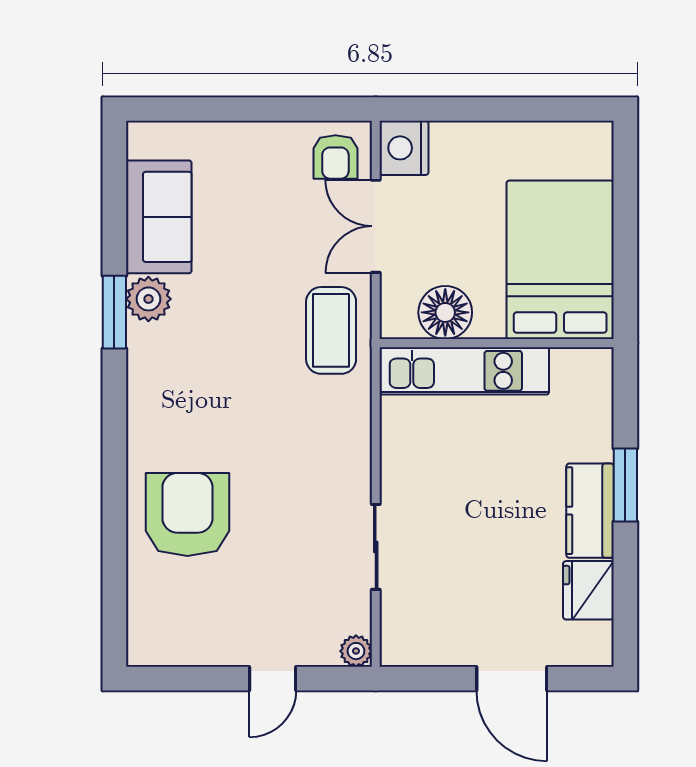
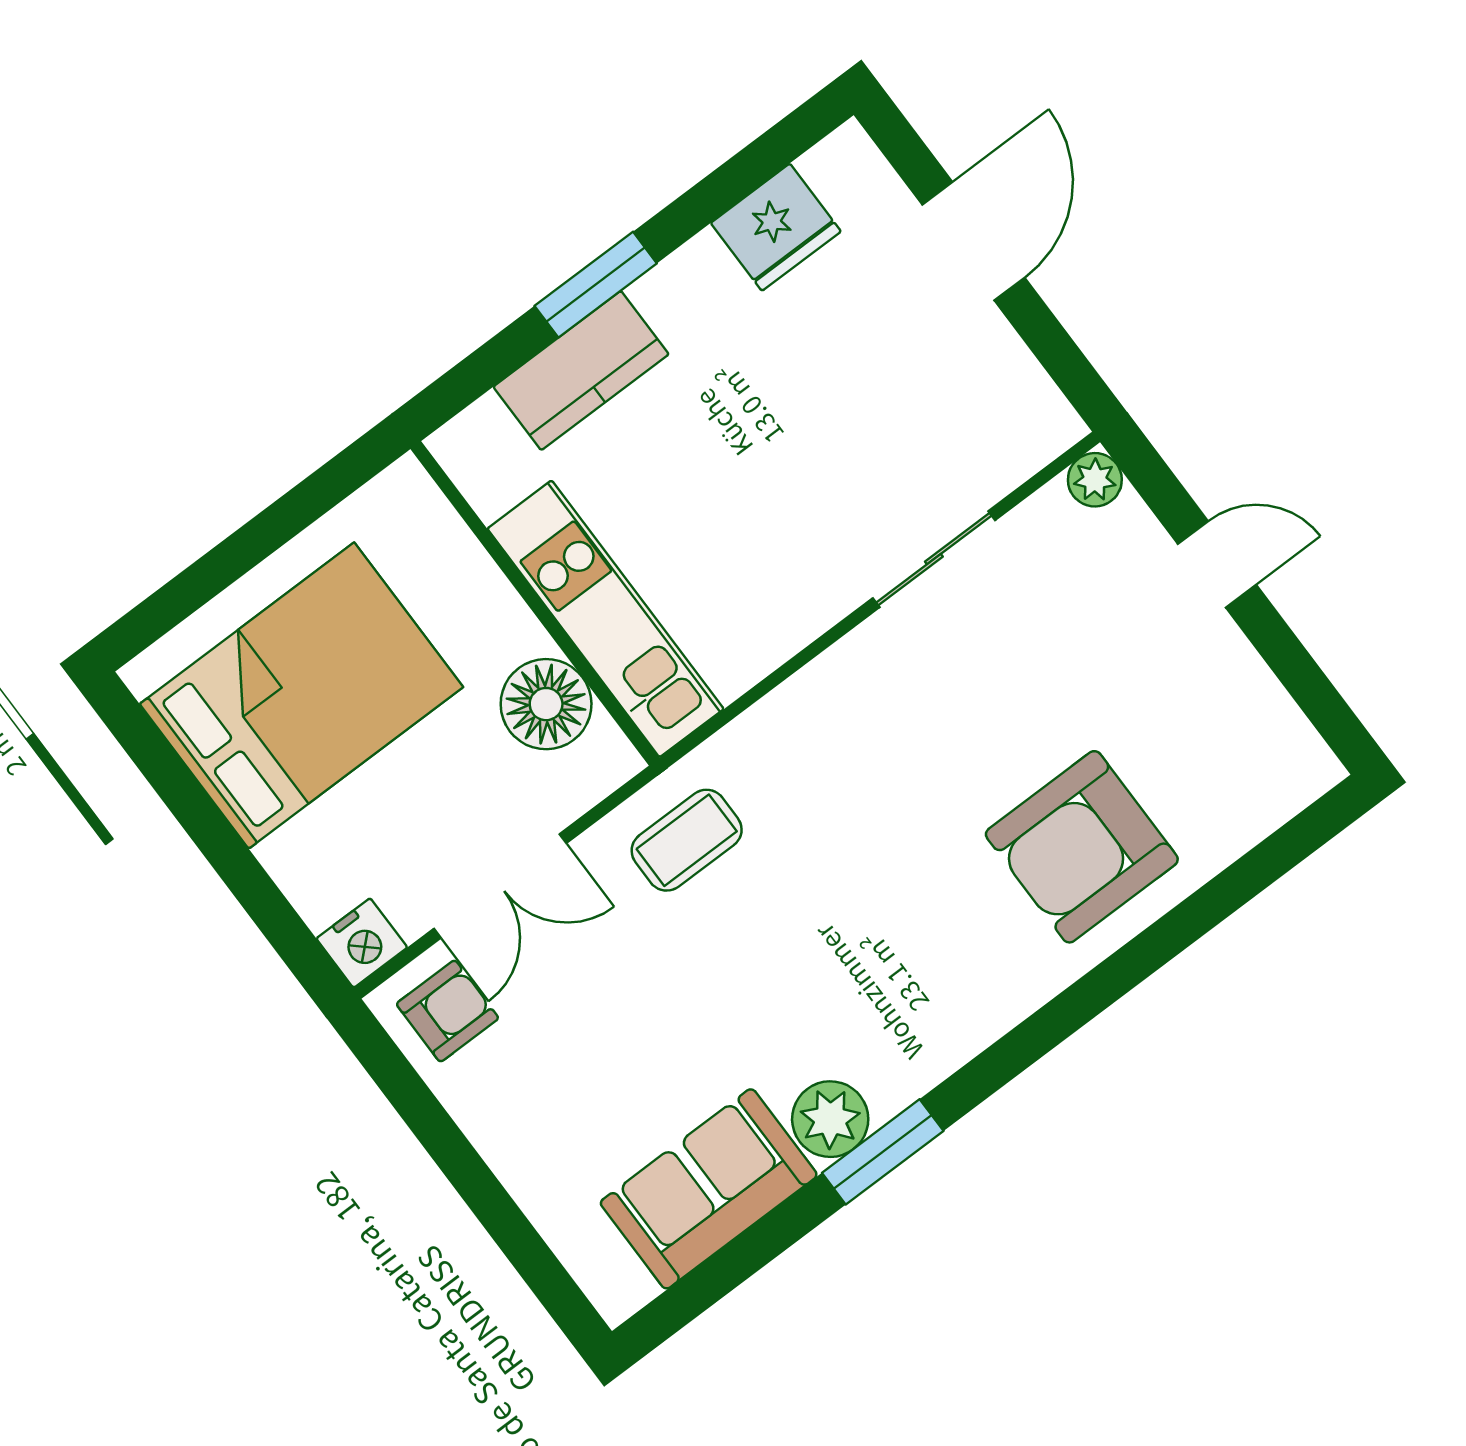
nightstand: (404, 148) -> (362, 943), width x0.74, depth x0.75
bed: (560, 260) -> (301, 696), moved, turned 180
coffee table: (331, 330) -> (687, 840), width x0.73, depth x0.77
kitchen counter: (590, 511) -> (581, 371), moved

